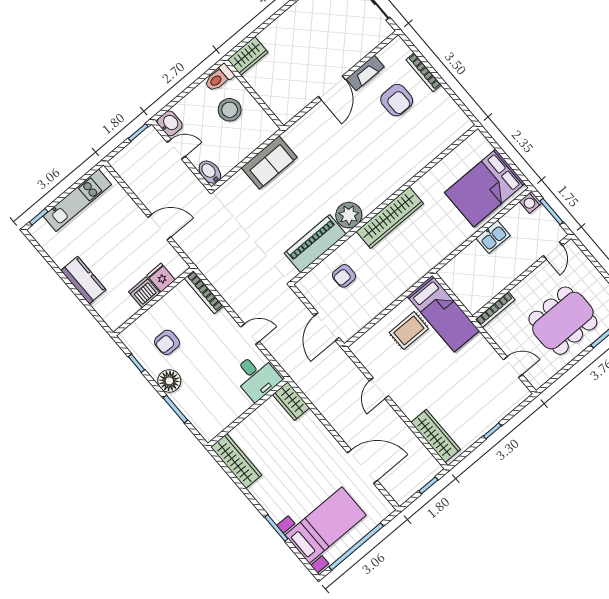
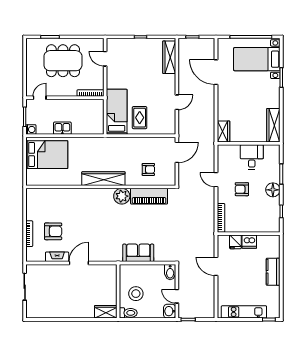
armchair: (397, 100) -> (53, 231), turned 90
rug: (409, 331) -> (140, 118), turned 90
armchair: (167, 342) -> (242, 189), moved, turned 180
desk: (256, 377) -> (252, 157), moved

